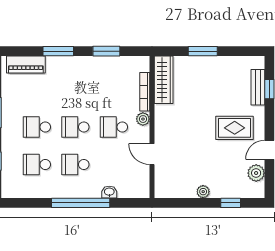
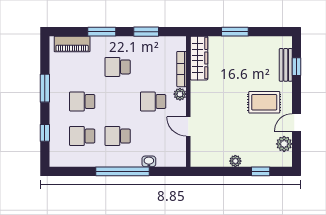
school desk: (75, 127) -> (118, 67), moved

